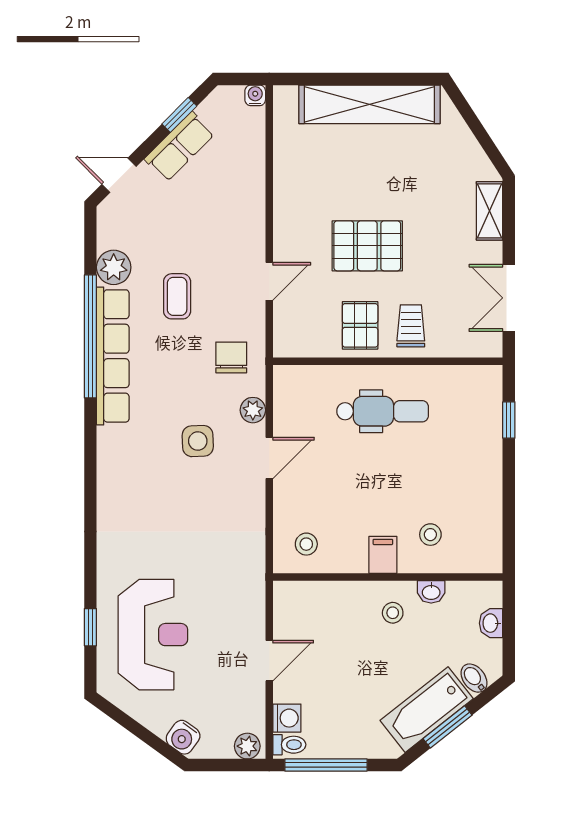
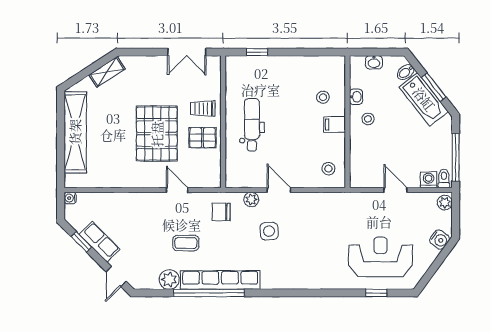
shelving: (490, 211) -> (107, 72), moved, turned -33
pallet: (367, 246) -> (157, 134), width x1.37, depth x1.41

